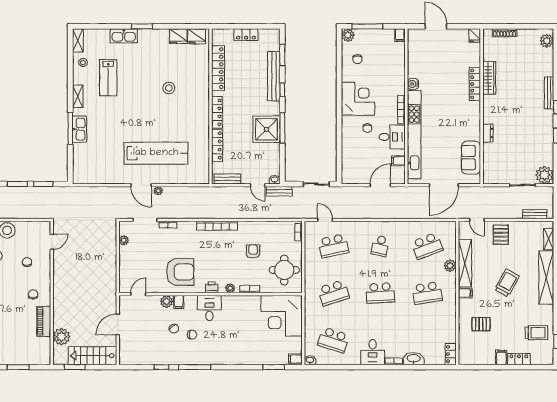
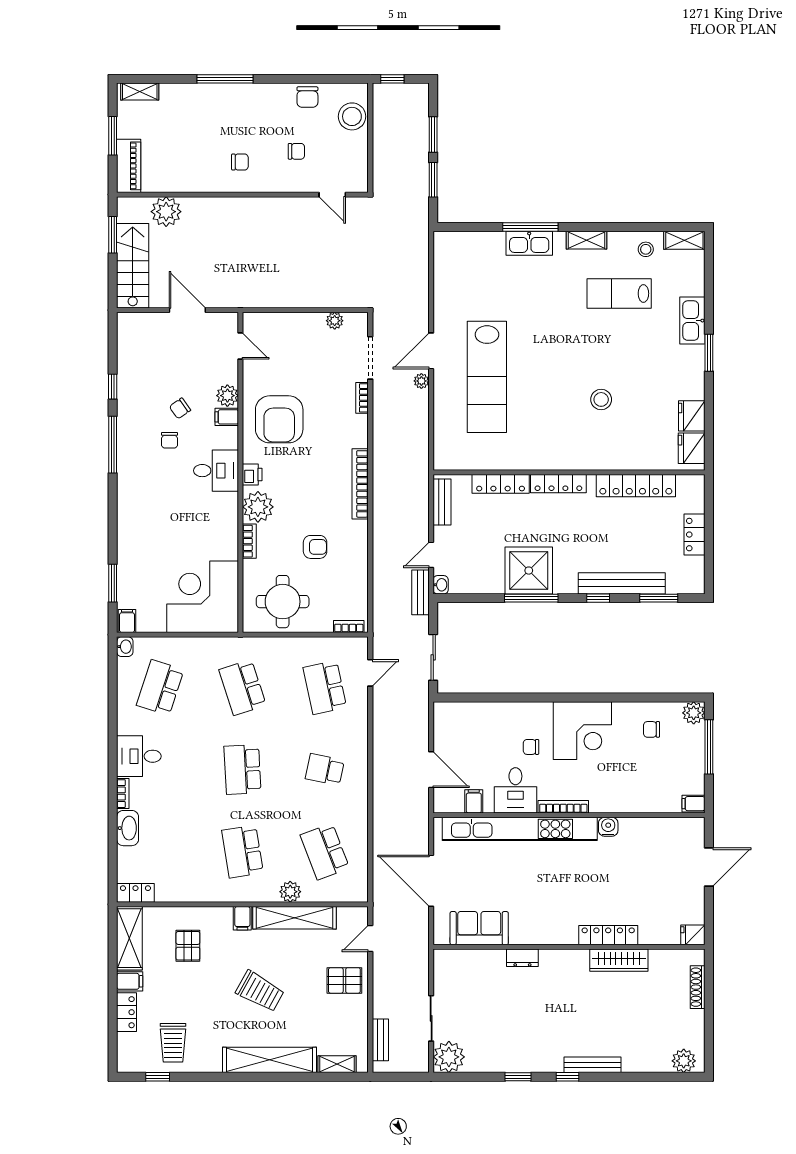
plant: (230, 288) -> (258, 507), width x1.88, depth x1.88
piano: (44, 321) -> (129, 166), moved, turned 90
shelving: (477, 358) -> (129, 938), added

